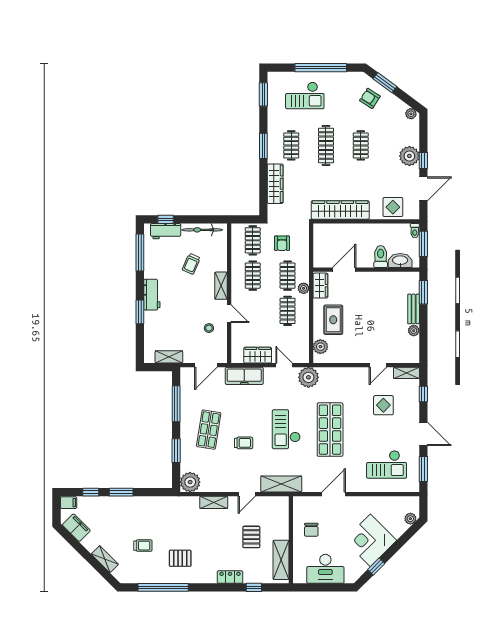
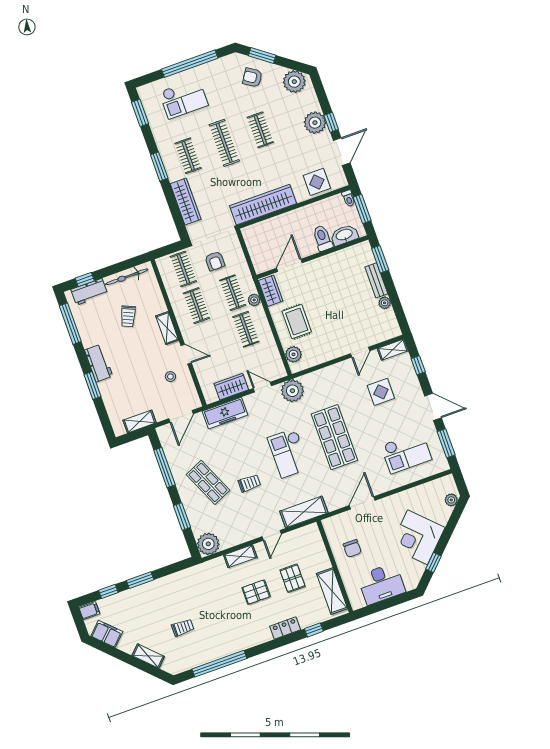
plant: (411, 114) -> (294, 82), width x1.87, depth x1.87
shop shelf: (209, 430) -> (208, 482), turned -33
pallet: (180, 558) -> (256, 592), moved

